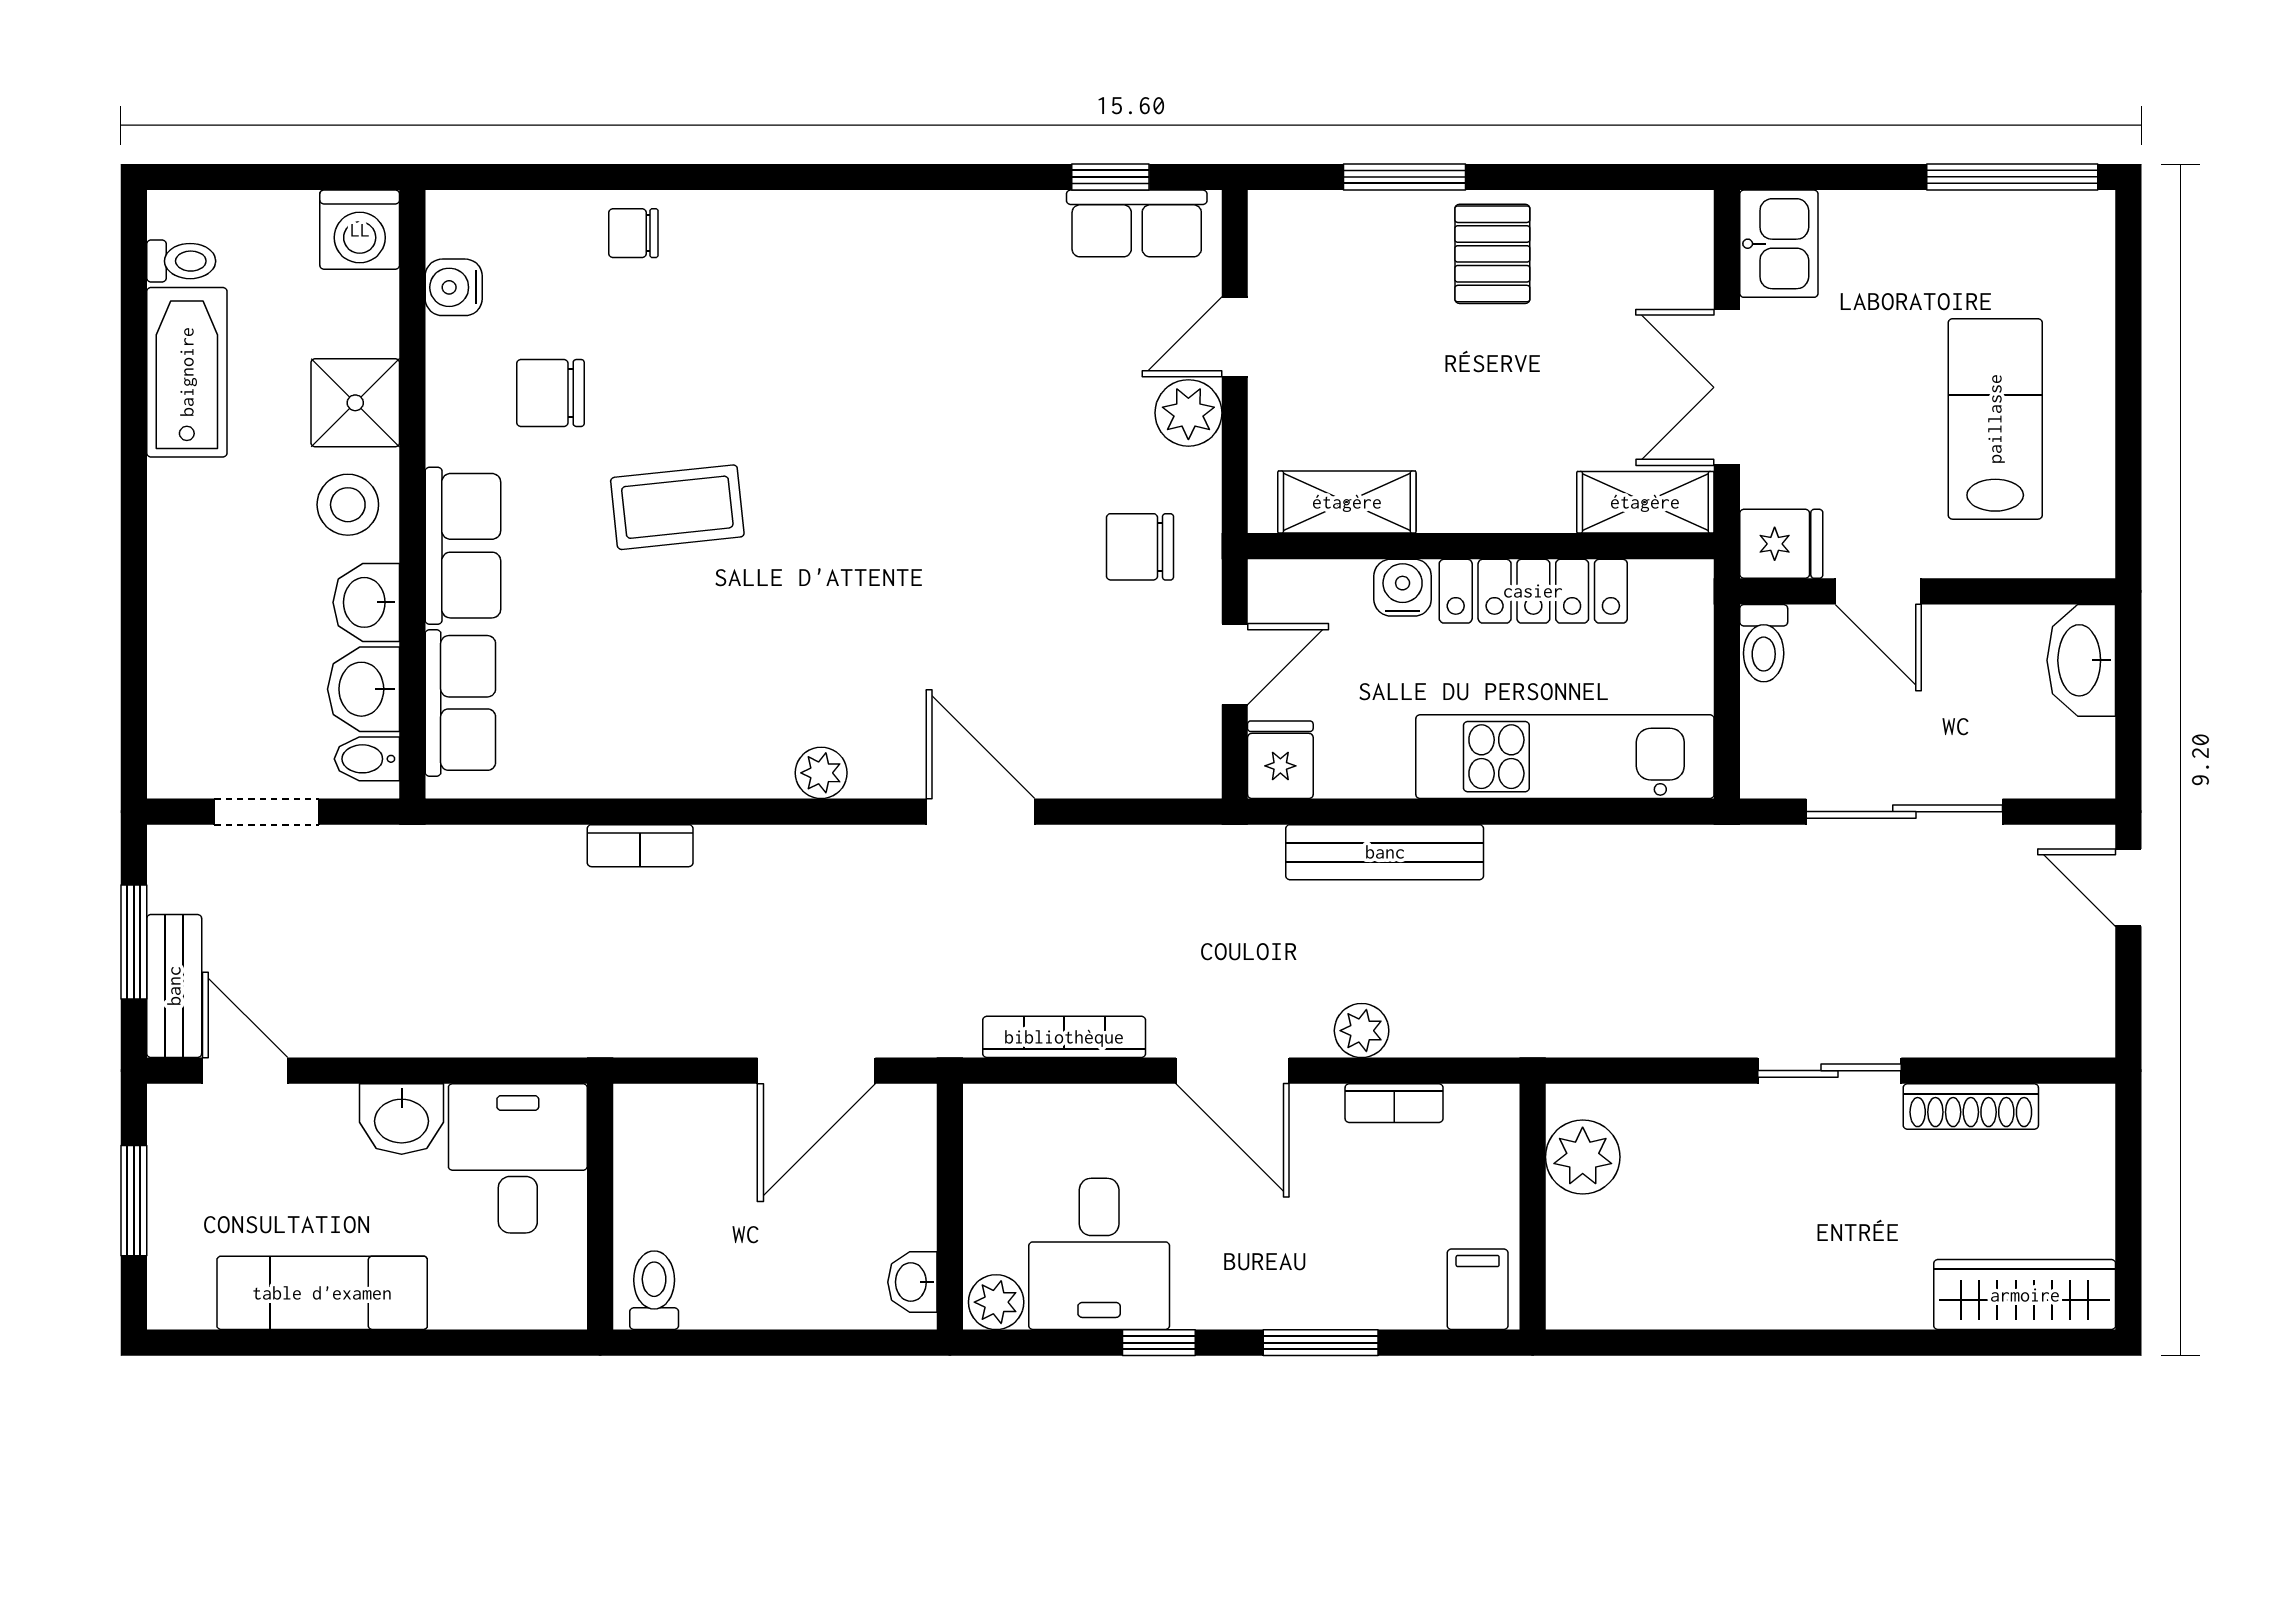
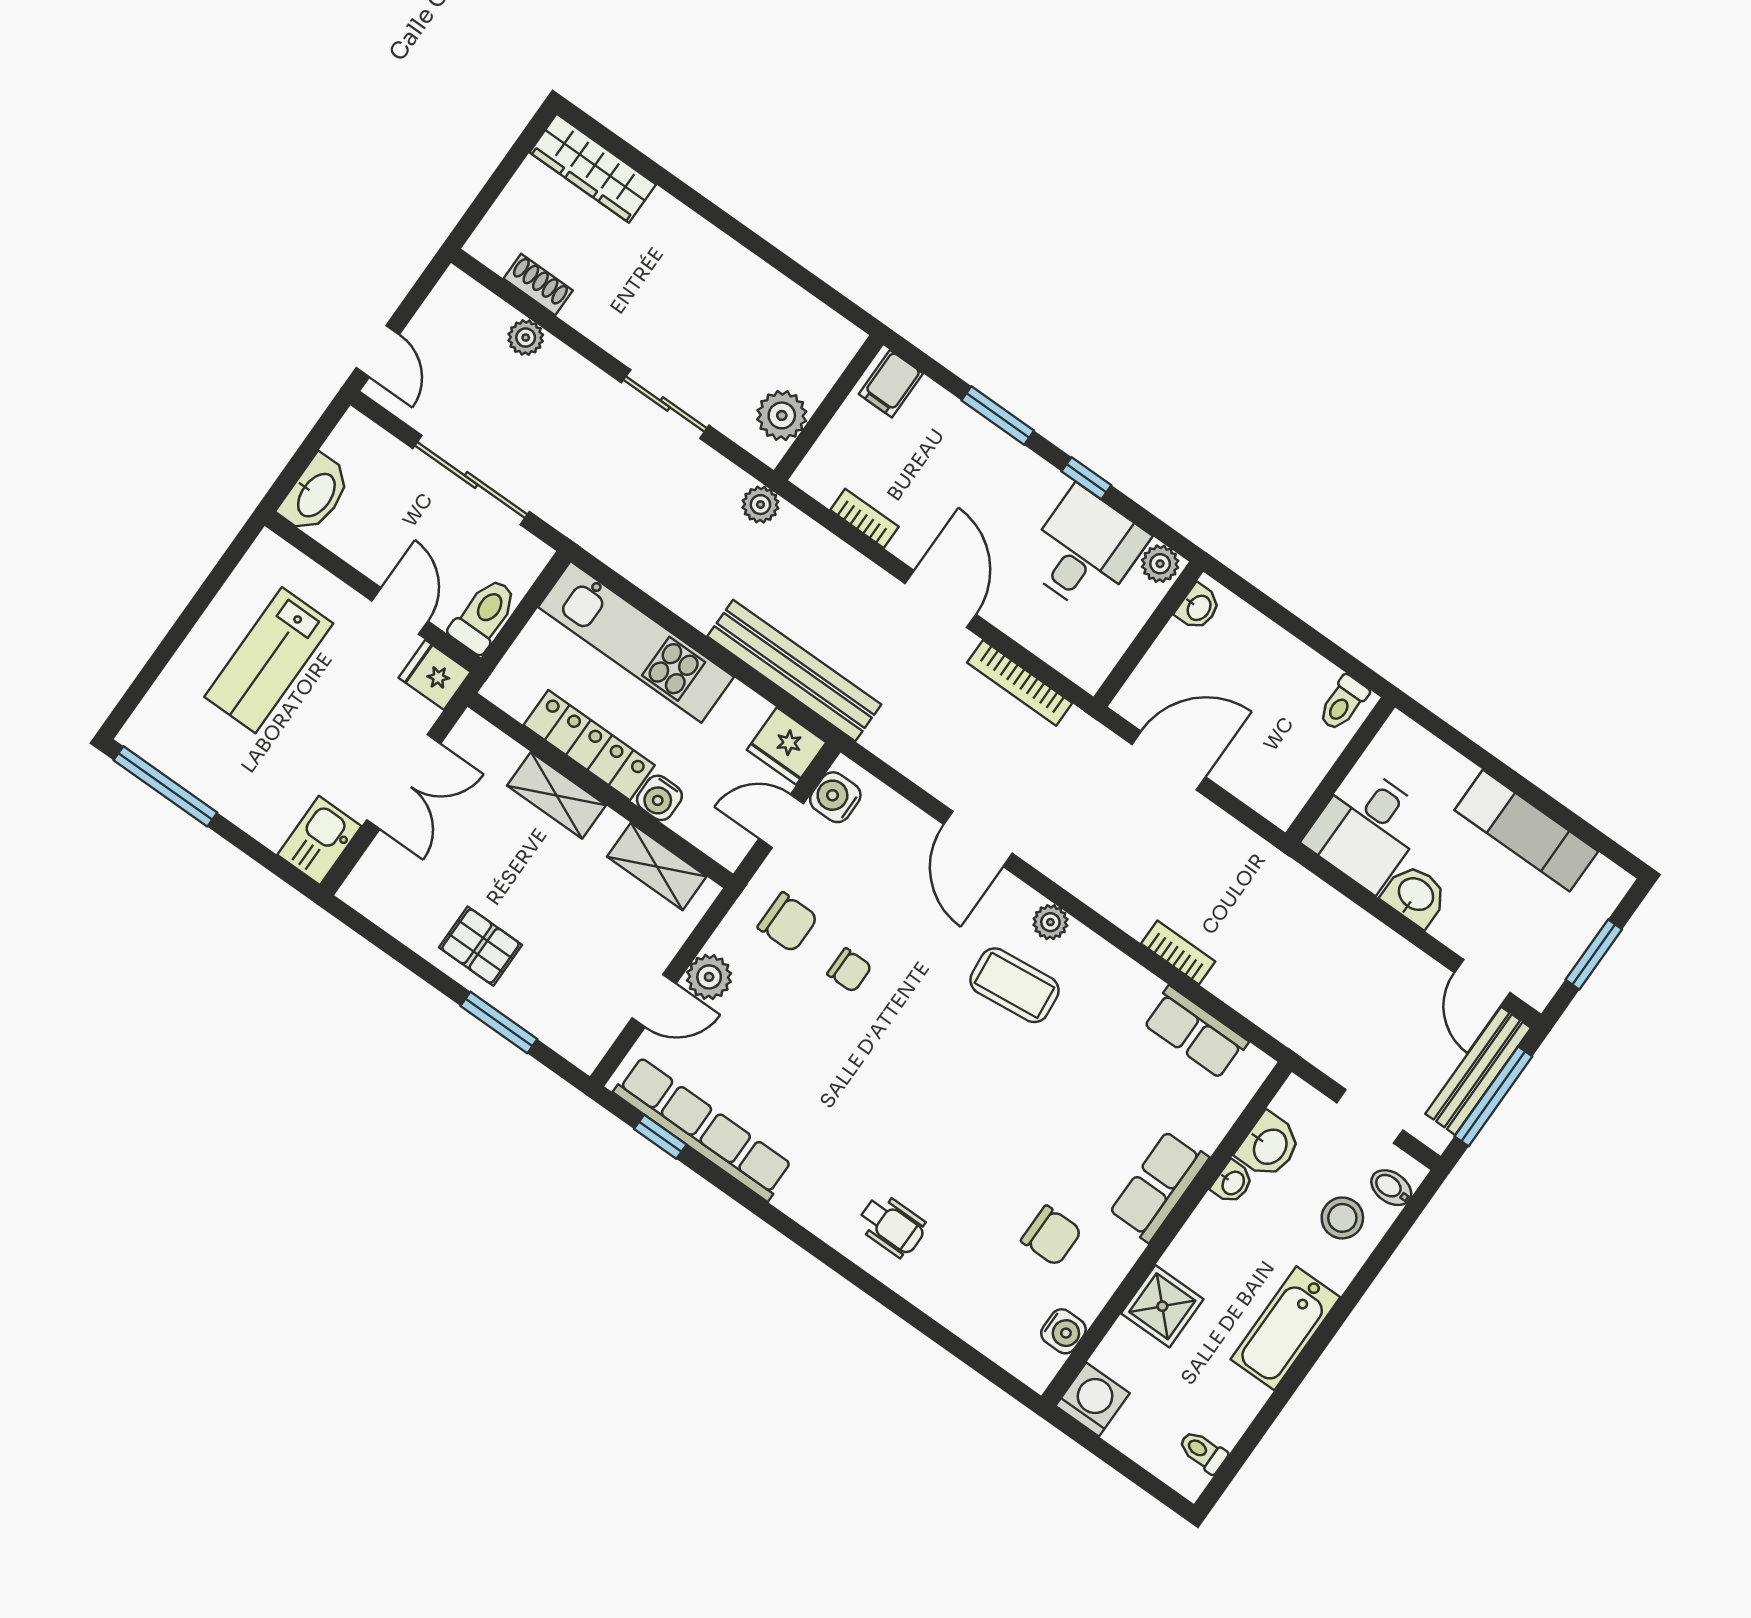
row of seats: (1137, 223) -> (703, 1129), width x2.02
chair: (633, 233) -> (849, 970), moved
pallet: (1492, 254) -> (481, 946), turned 90
wheelchair: (753, 268) -> (892, 1225), added
bathtub: (187, 372) -> (1285, 1328), moved
shelving: (1645, 502) -> (557, 795), moved
stool: (348, 505) -> (1342, 1218), moved
coffee table: (677, 507) -> (1014, 985), moved
washbasin: (366, 602) -> (1232, 1182), width x0.72, depth x0.69
toilet: (1764, 643) -> (484, 615), width x1.37, depth x1.39
row of seats: (460, 703) -> (1195, 1032), moved, turned -90
water cooler: (1190, 740) -> (835, 797), added
bidet: (367, 759) -> (1391, 1188), moved, turned 180
fridge: (1280, 760) -> (786, 746), width x1.38
bench: (1385, 852) -> (794, 670), width x1.37, depth x1.21
window: (134, 942) -> (1493, 1096), width x1.44
bench: (174, 986) -> (1478, 1071), width x1.36
plant: (1362, 1031) -> (760, 505), moved
plant: (1961, 1031) -> (526, 338), added
sliding door: (1830, 1071) -> (665, 404), moved
shoe rack: (1971, 1107) -> (538, 285), width x0.70

